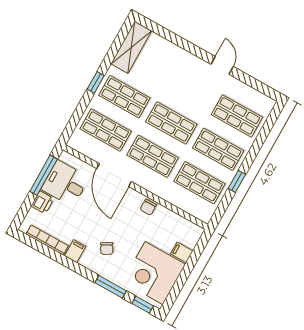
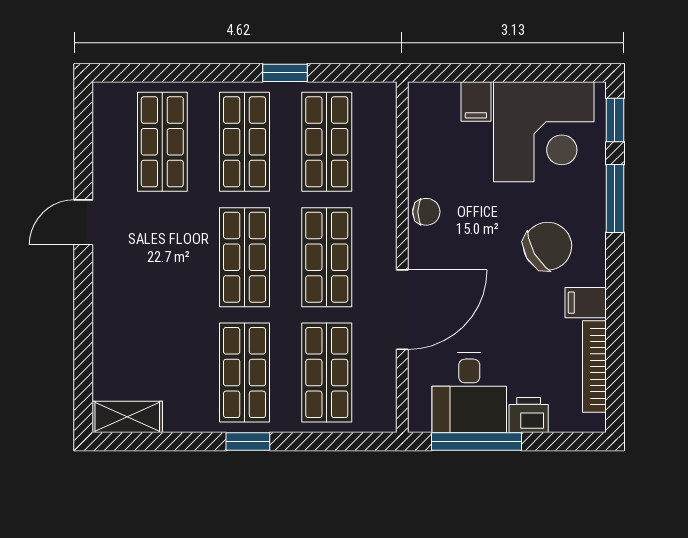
shelving: (131, 47) -> (127, 417), width x0.67, depth x0.75
chair: (107, 249) -> (548, 246), width x1.87, depth x1.87

